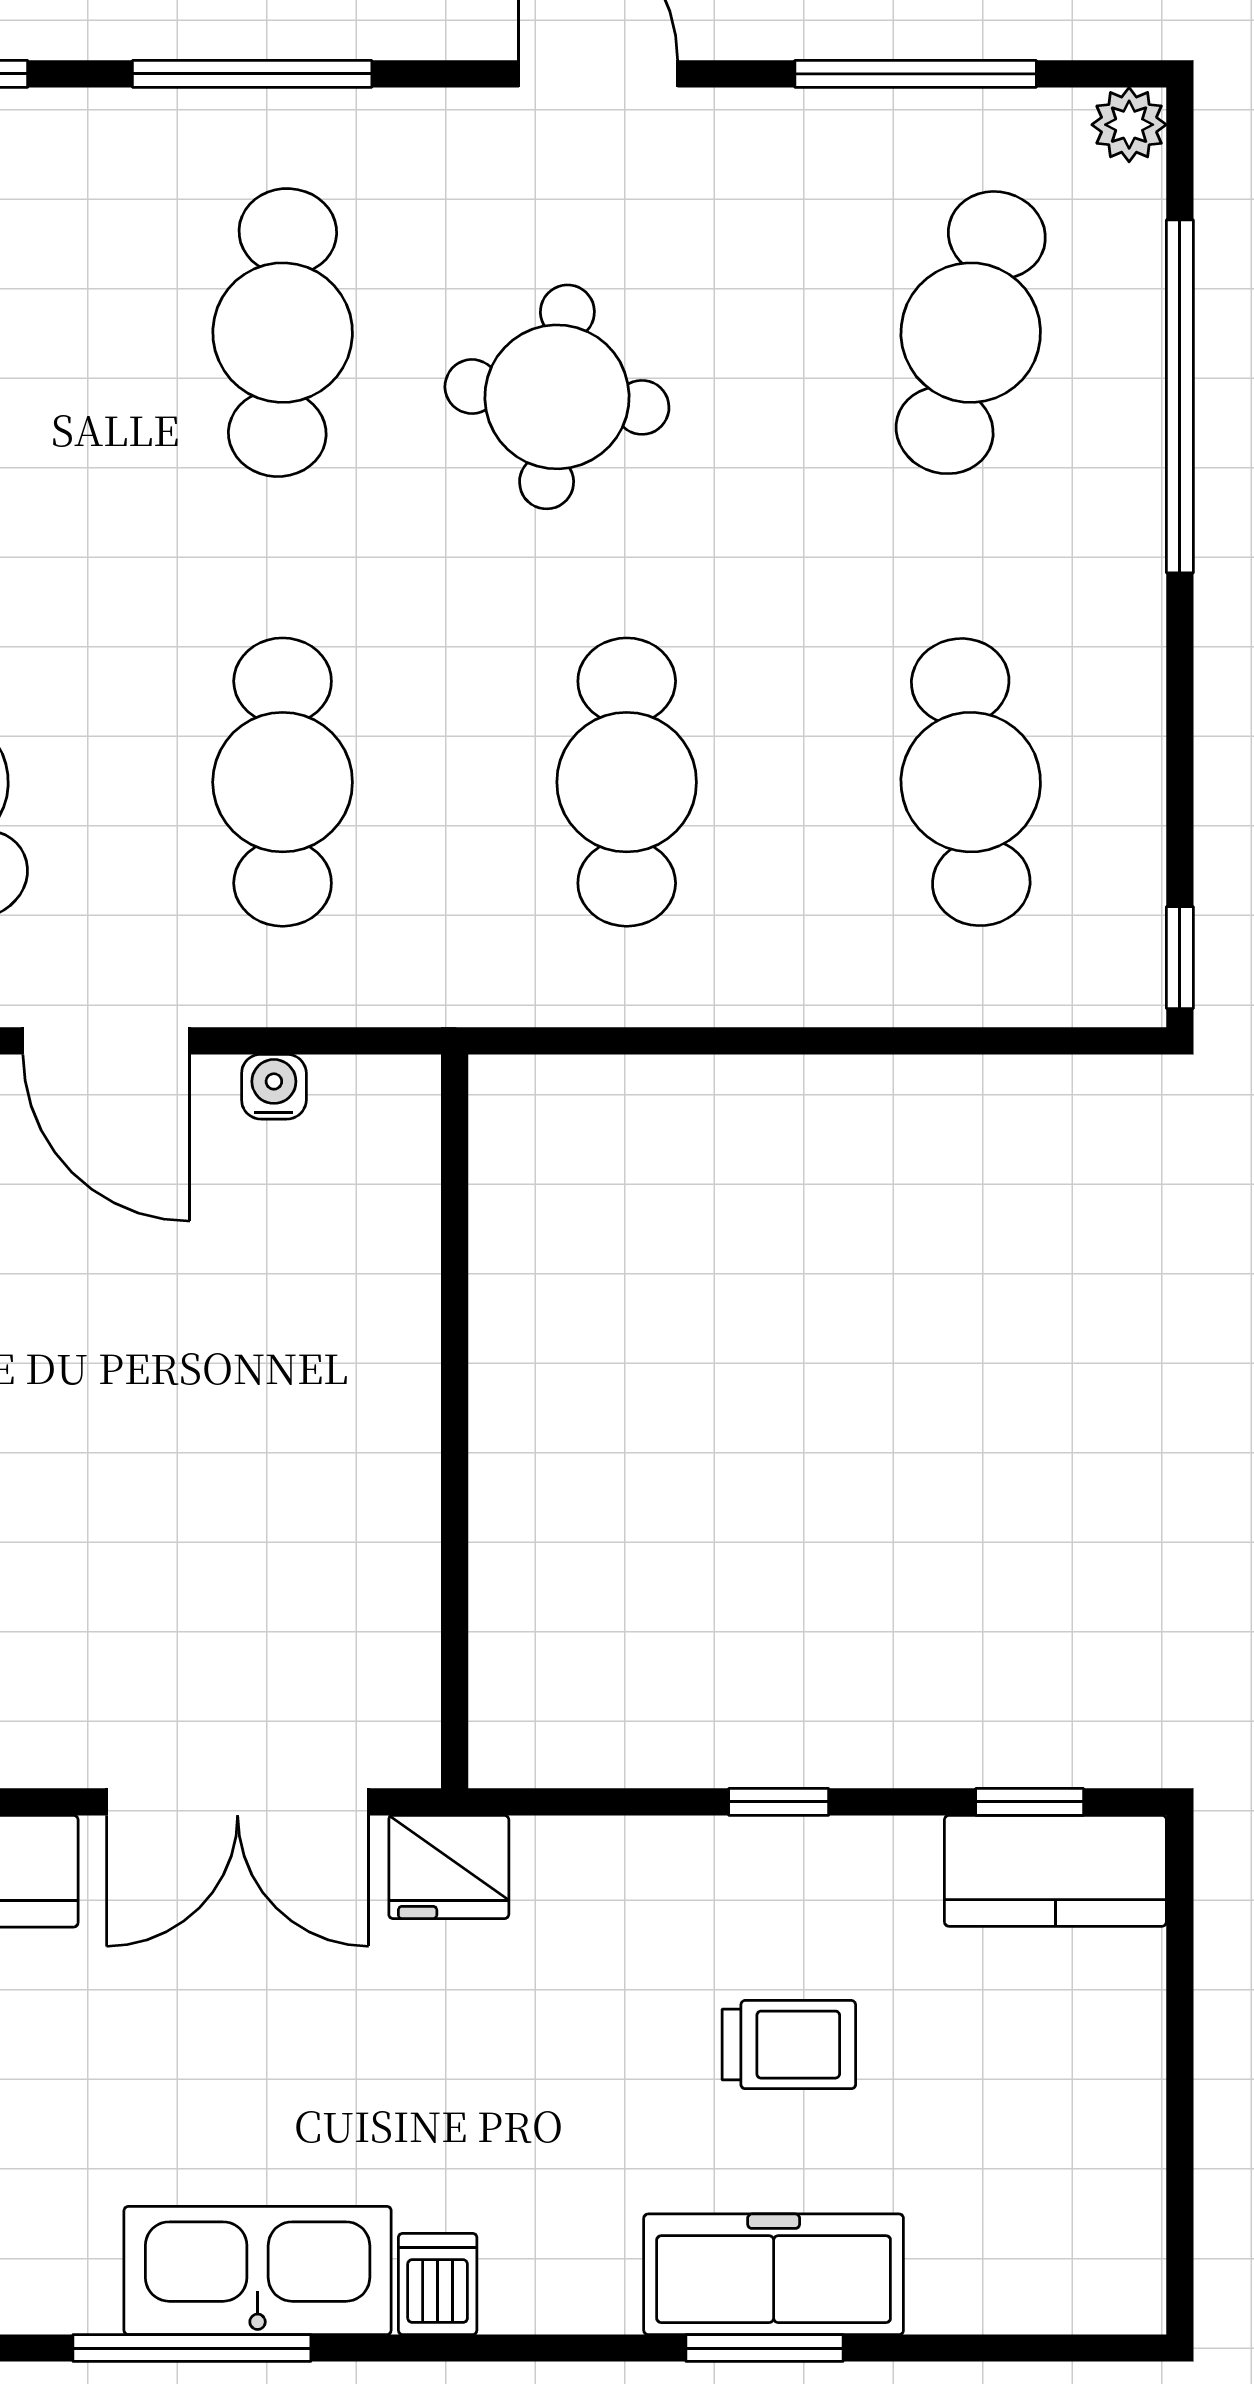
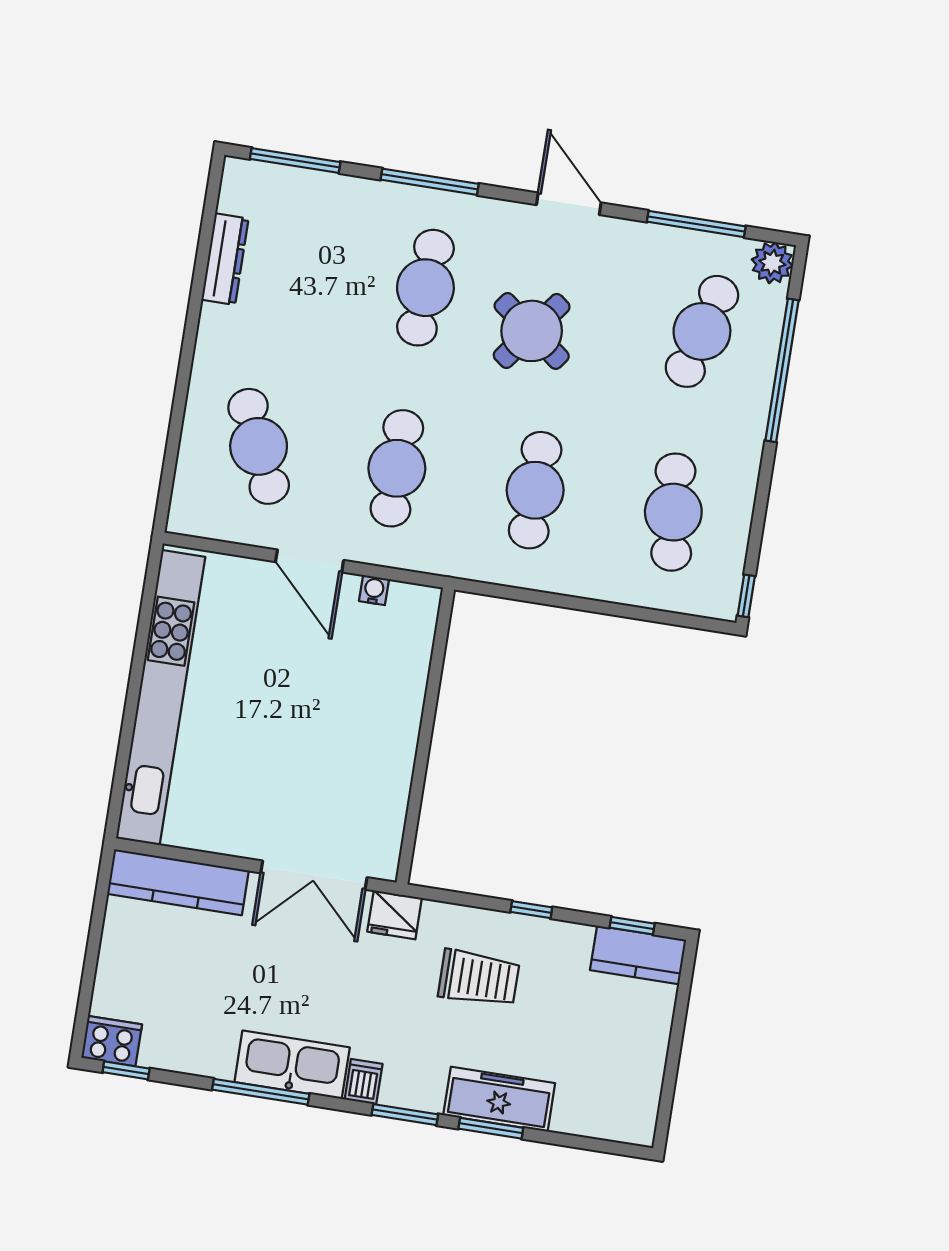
plant: (1129, 125) -> (772, 263), width x1.38, depth x1.38
round table: (557, 397) -> (532, 331), turned 30
trolley: (789, 2045) -> (479, 978), moved, width x1.36, depth x1.39
window: (550, 2348) -> (405, 1115), added

